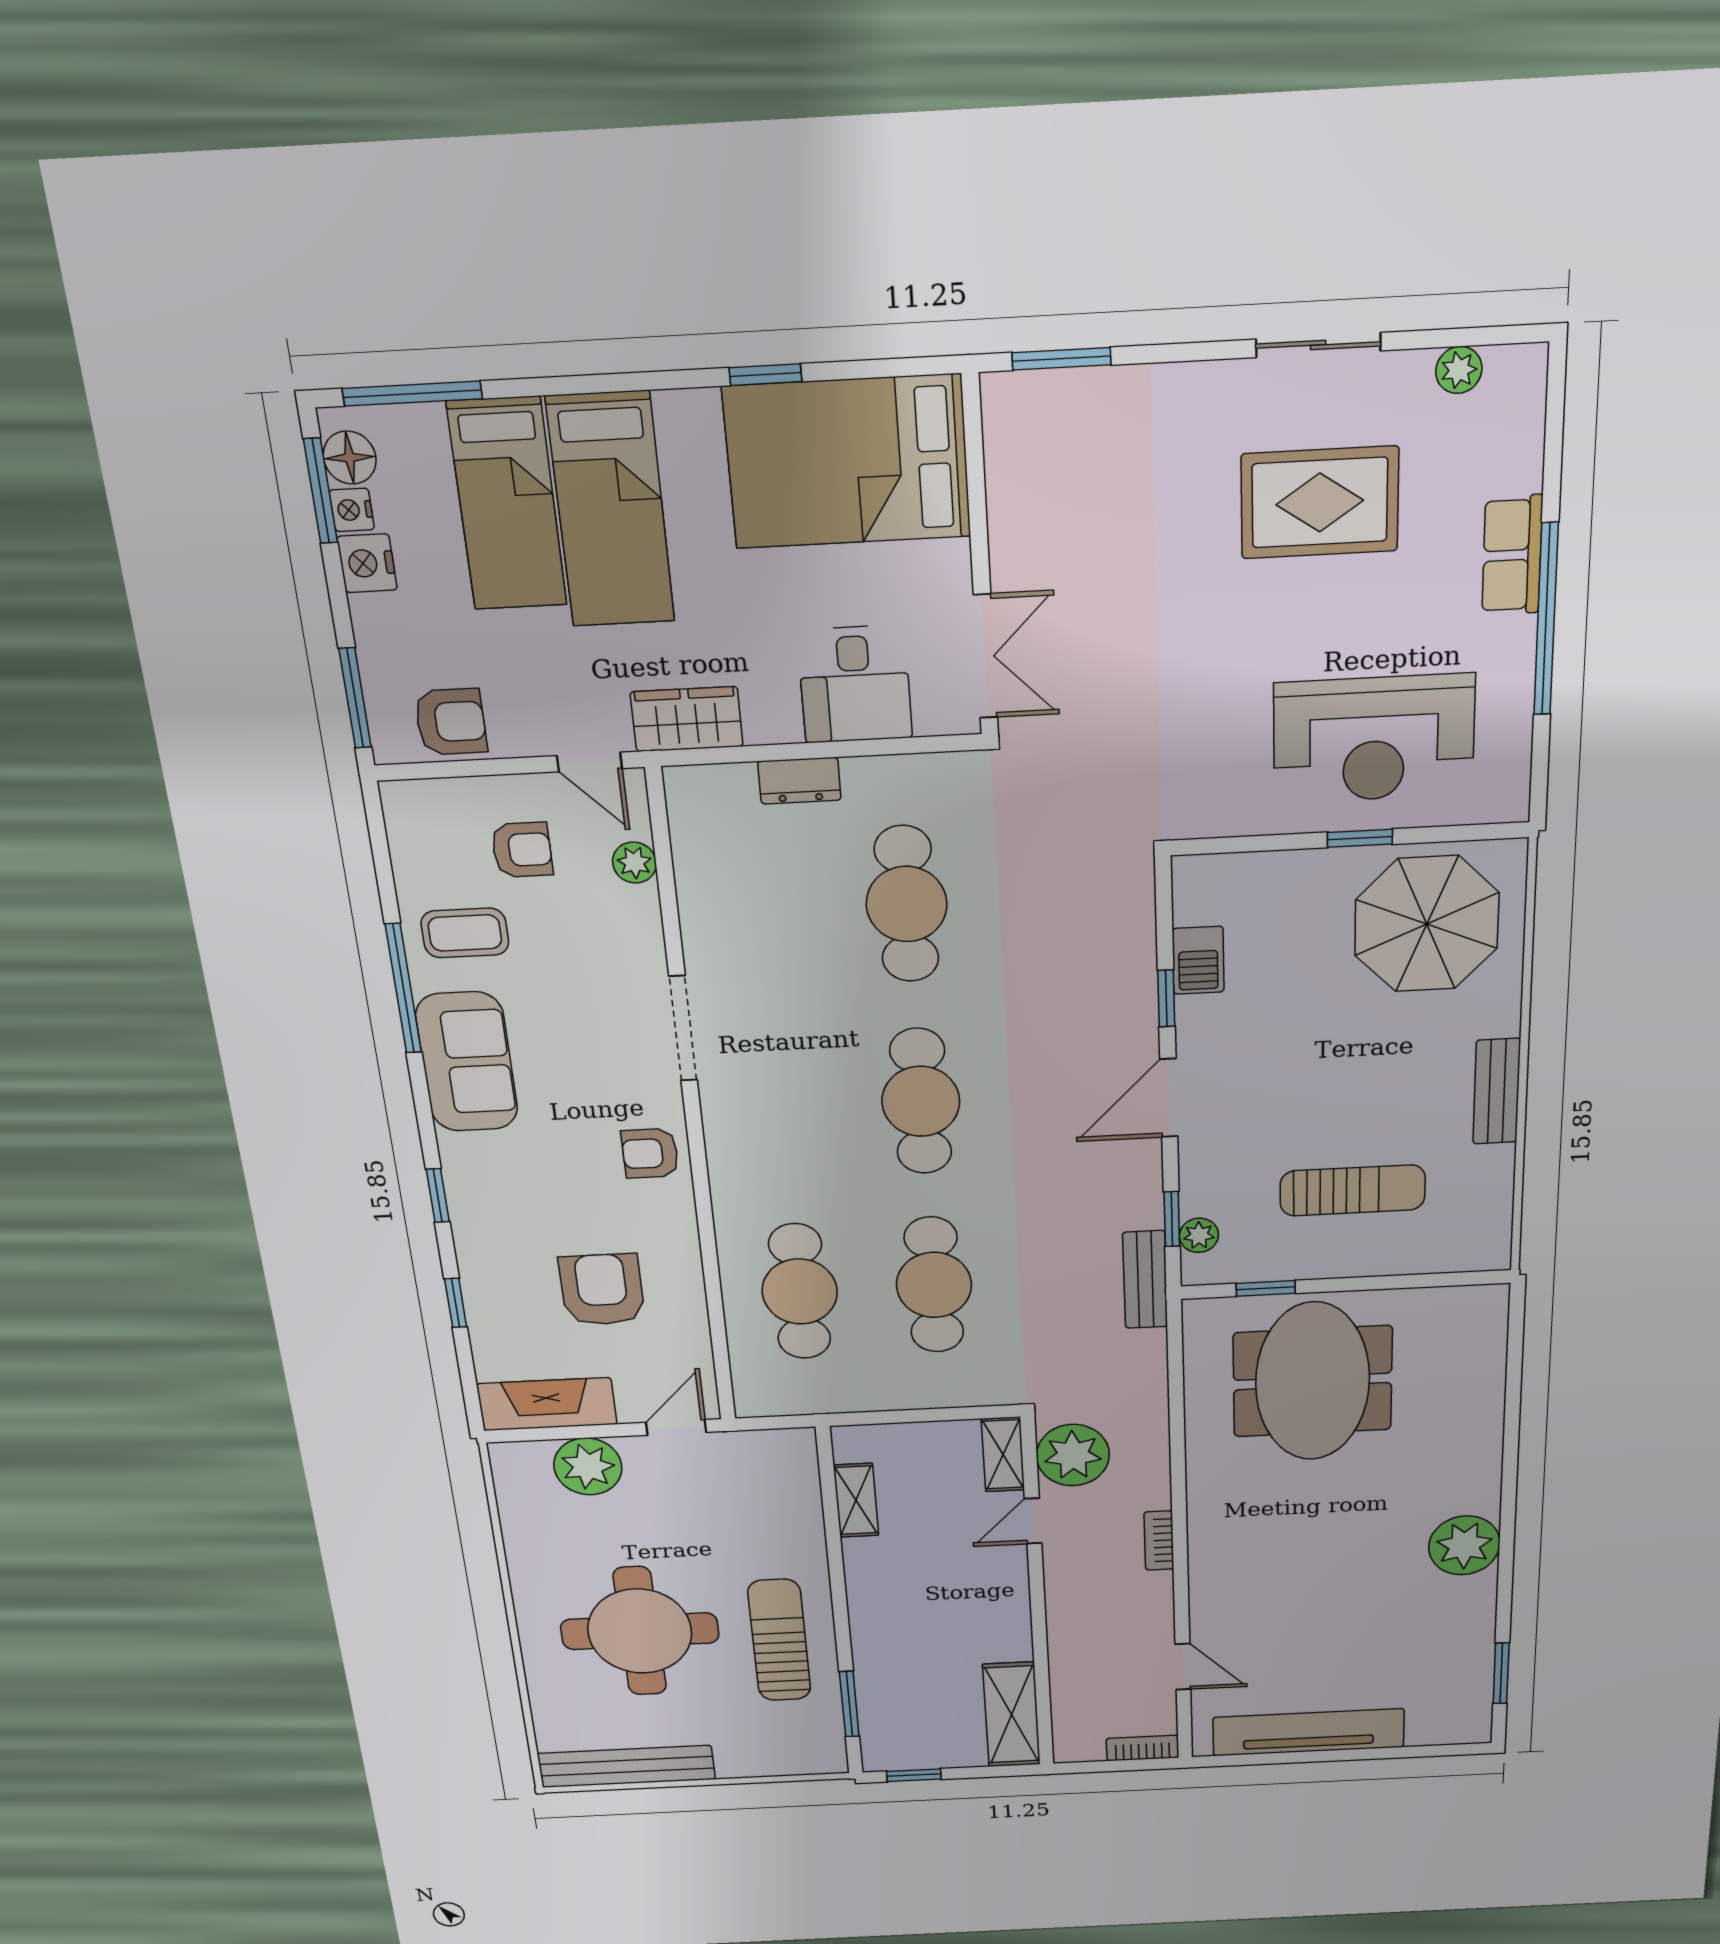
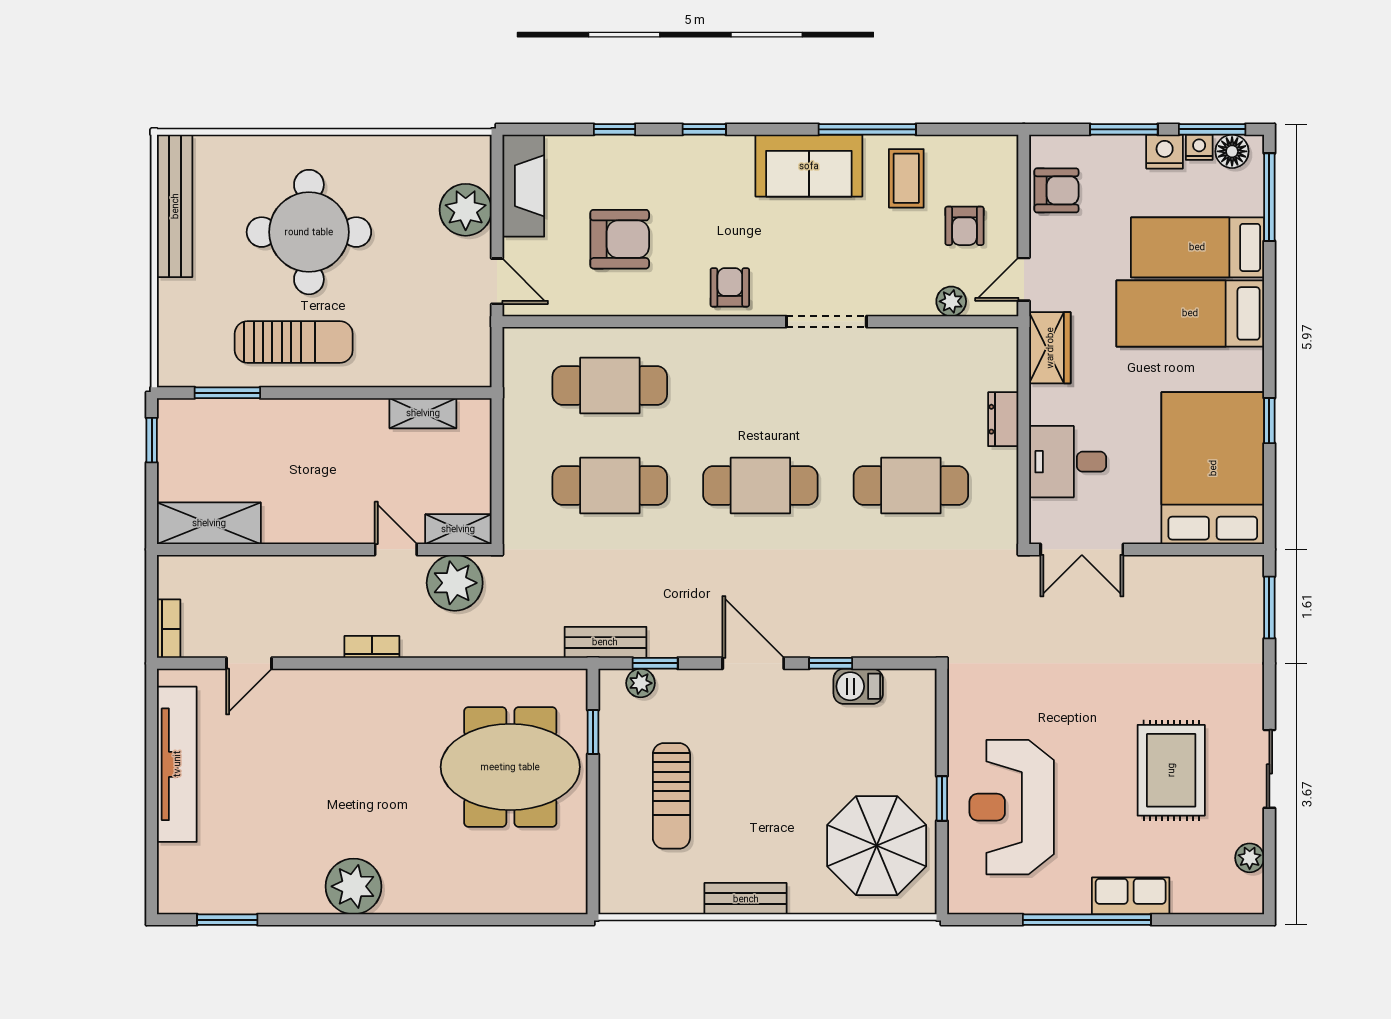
window: (355, 698) -> (1124, 129), moved
armchair: (451, 722) -> (1056, 190), turned -90

